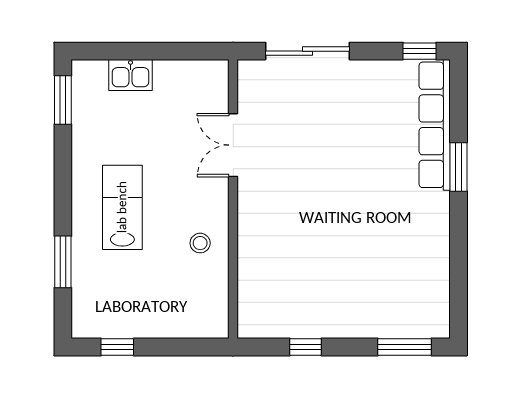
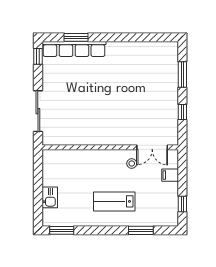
double door: (233, 145) -> (152, 147), moved
window: (458, 167) -> (76, 37), moved
filing cabinet: (176, 322) -> (170, 175), added
window: (405, 347) -> (182, 74), moved

